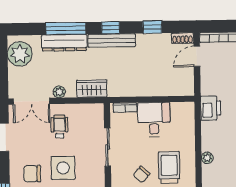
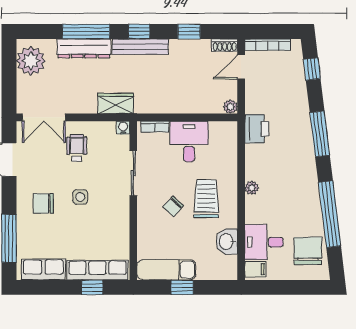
plant: (59, 92) -> (230, 107), moved
water cooler: (98, 109) -> (123, 128), added
side table: (63, 168) -> (80, 197), width x0.54, depth x0.54

